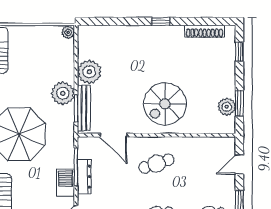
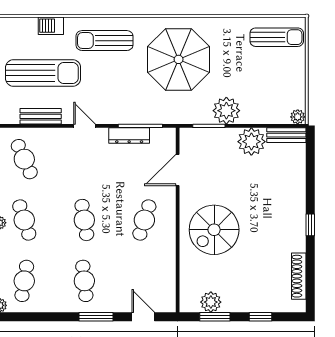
window: (239, 52) -> (261, 317), moved
spiral stairs: (165, 104) -> (214, 230), turned -90
bench: (84, 108) -> (286, 135), moved, width x0.73
cafe table: (156, 164) -> (144, 220), turned 36
barbecue: (65, 183) -> (122, 114), removed

